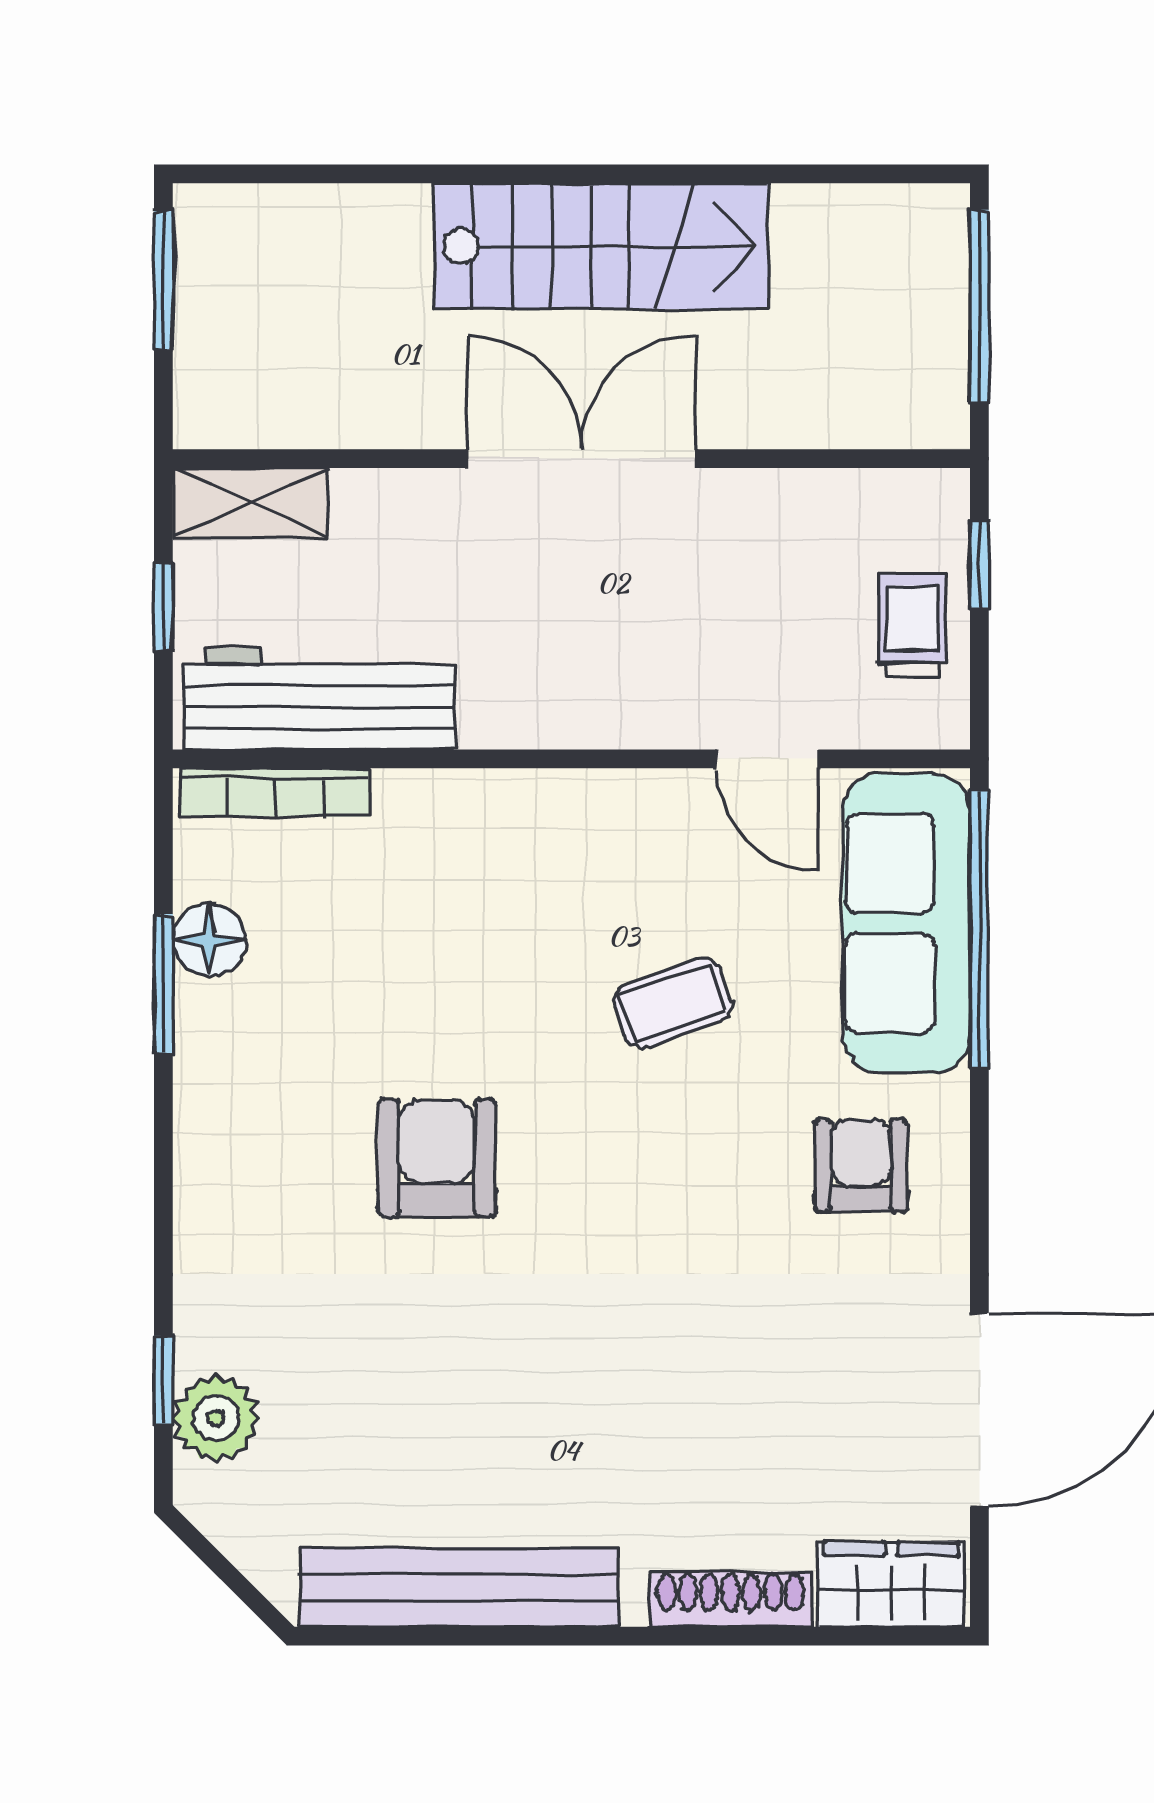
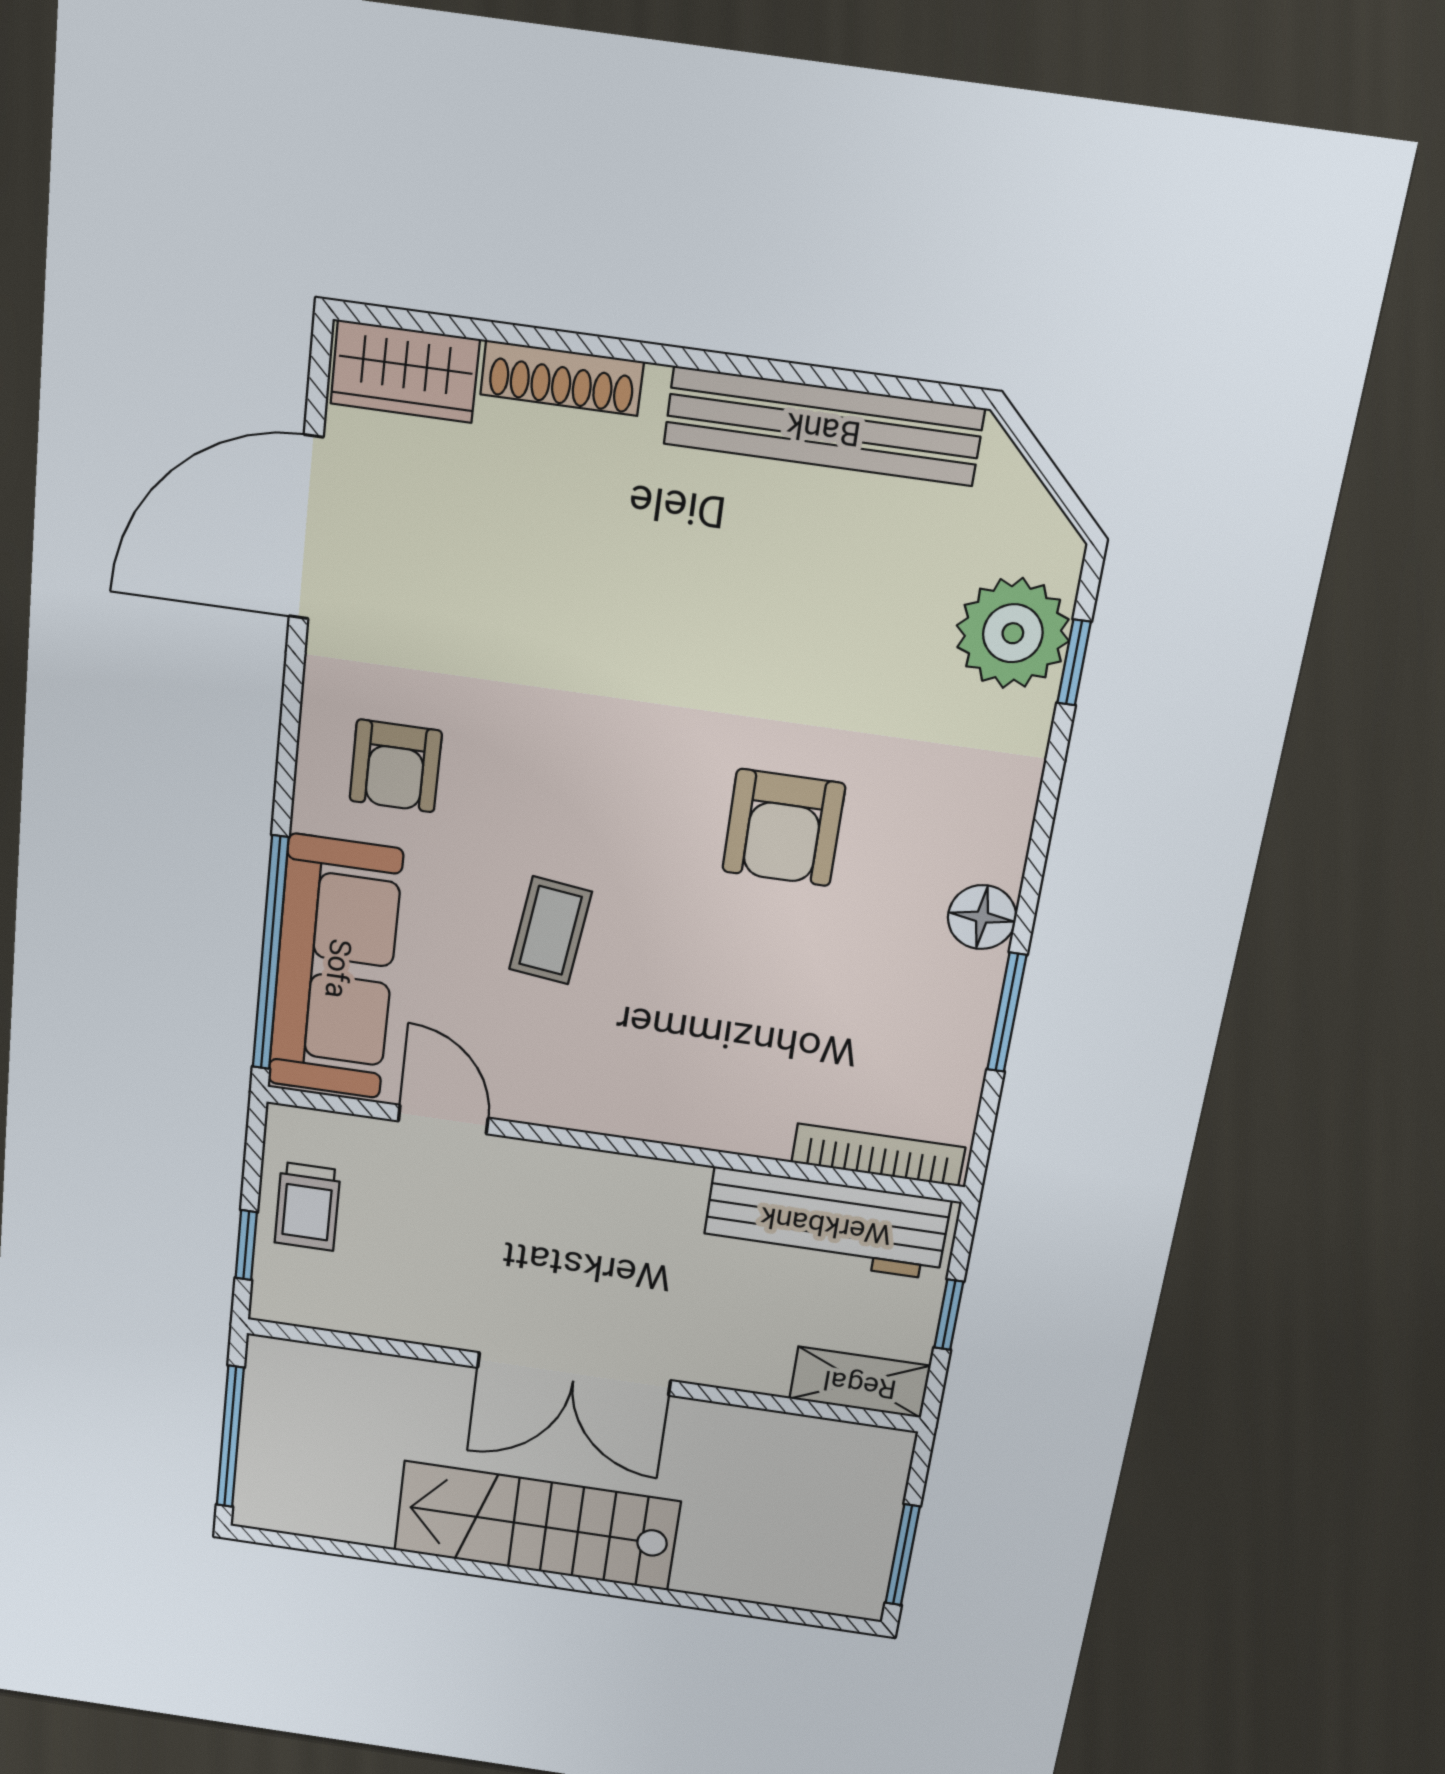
floor lamp: (209, 940) -> (982, 917), moved
coffee table: (673, 1003) -> (550, 930), turned -64
plant: (216, 1418) -> (1013, 633), width x1.36, depth x1.36

